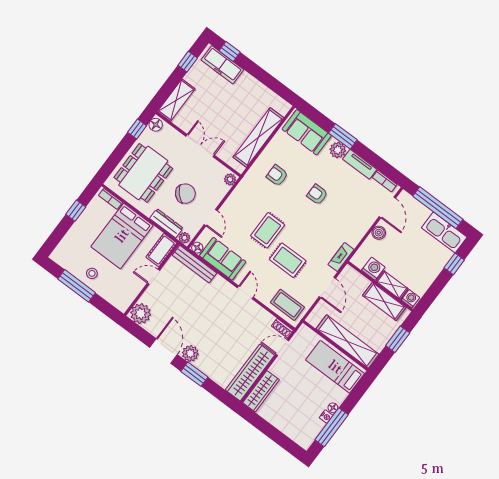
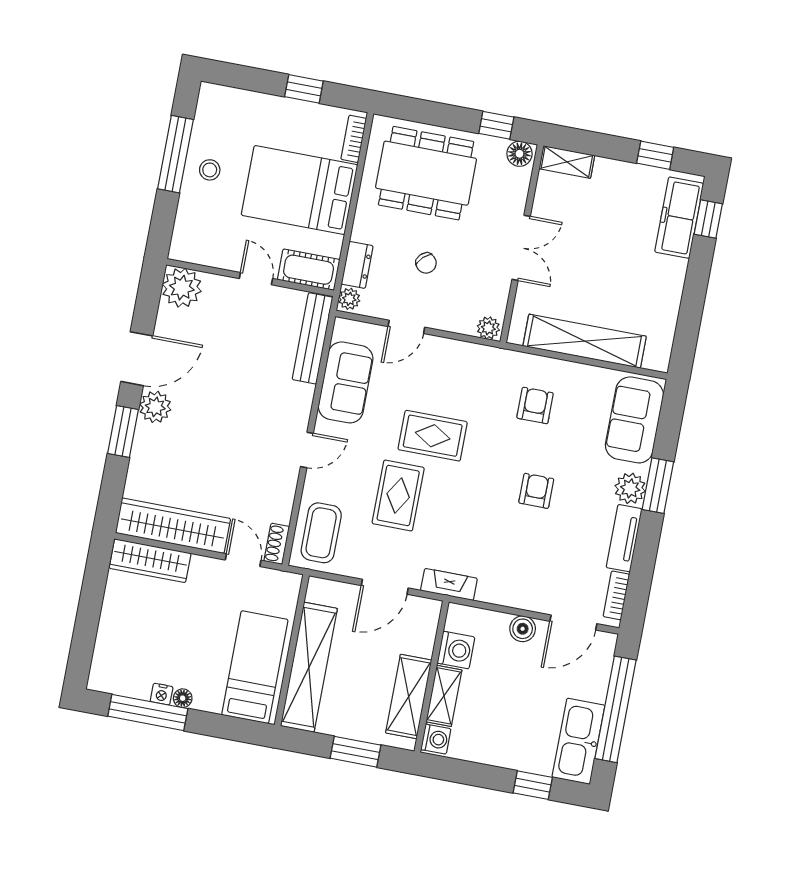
shelving: (176, 100) -> (567, 162), width x0.67, depth x0.75
chair: (185, 194) -> (426, 263), width x0.54, depth x0.54
dresser: (166, 223) -> (357, 265), width x0.70
floor lamp: (197, 248) -> (343, 329), removed

